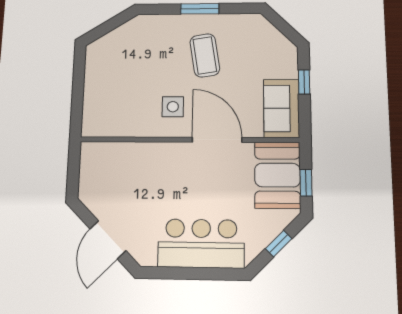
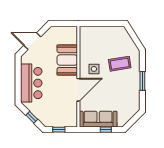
coffee table: (205, 55) -> (120, 64), moved
sofa: (281, 108) -> (98, 119), width x1.36
booth: (277, 175) -> (67, 60), moved, turned 90

